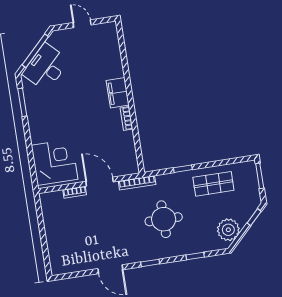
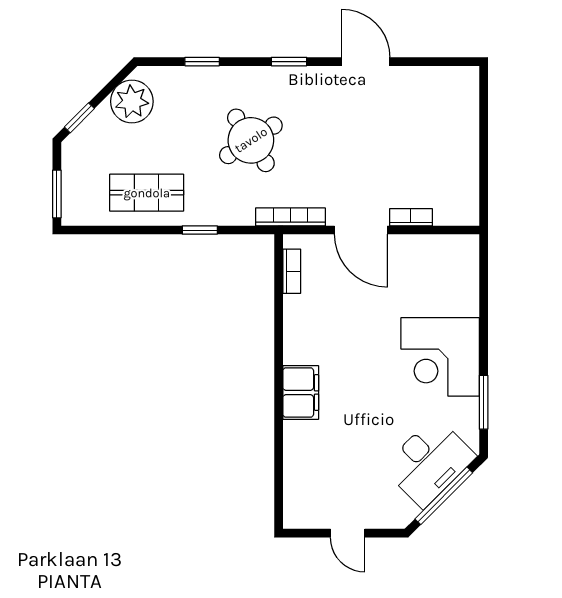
bookcase: (126, 119) -> (292, 271), moved
corner desk: (55, 162) -> (440, 357), moved
round table: (164, 219) -> (251, 140), turned -33

